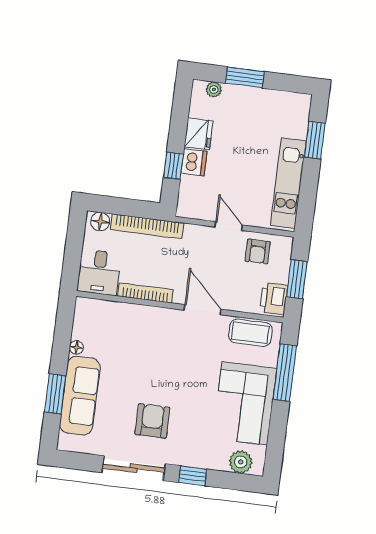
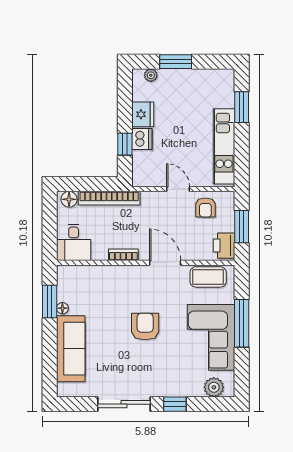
bookcase: (145, 293) -> (123, 255), width x0.64
window: (285, 373) -> (242, 323), moved
window: (55, 394) -> (50, 302), moved
armchair: (152, 421) -> (145, 326), moved

